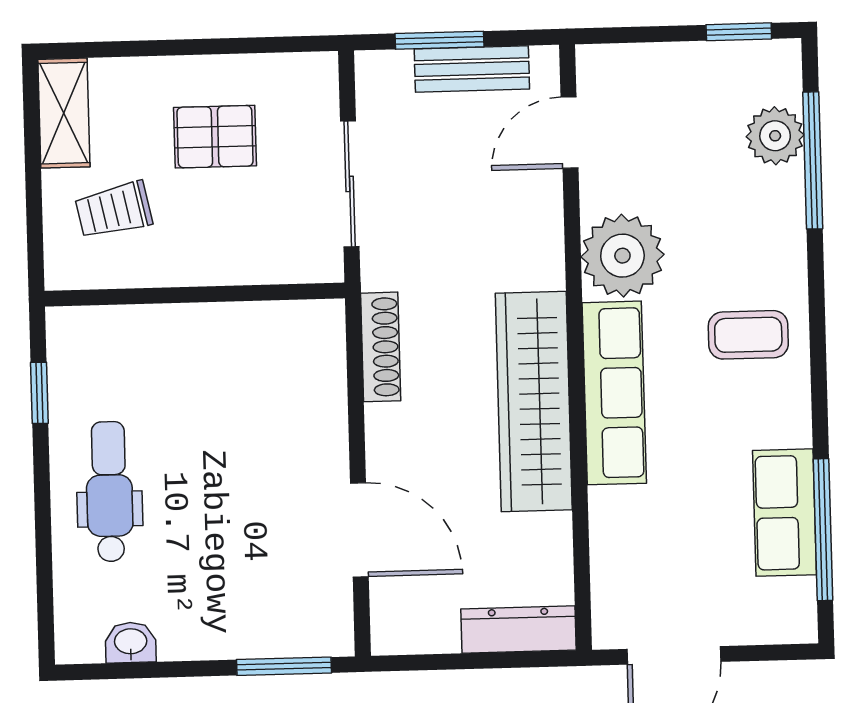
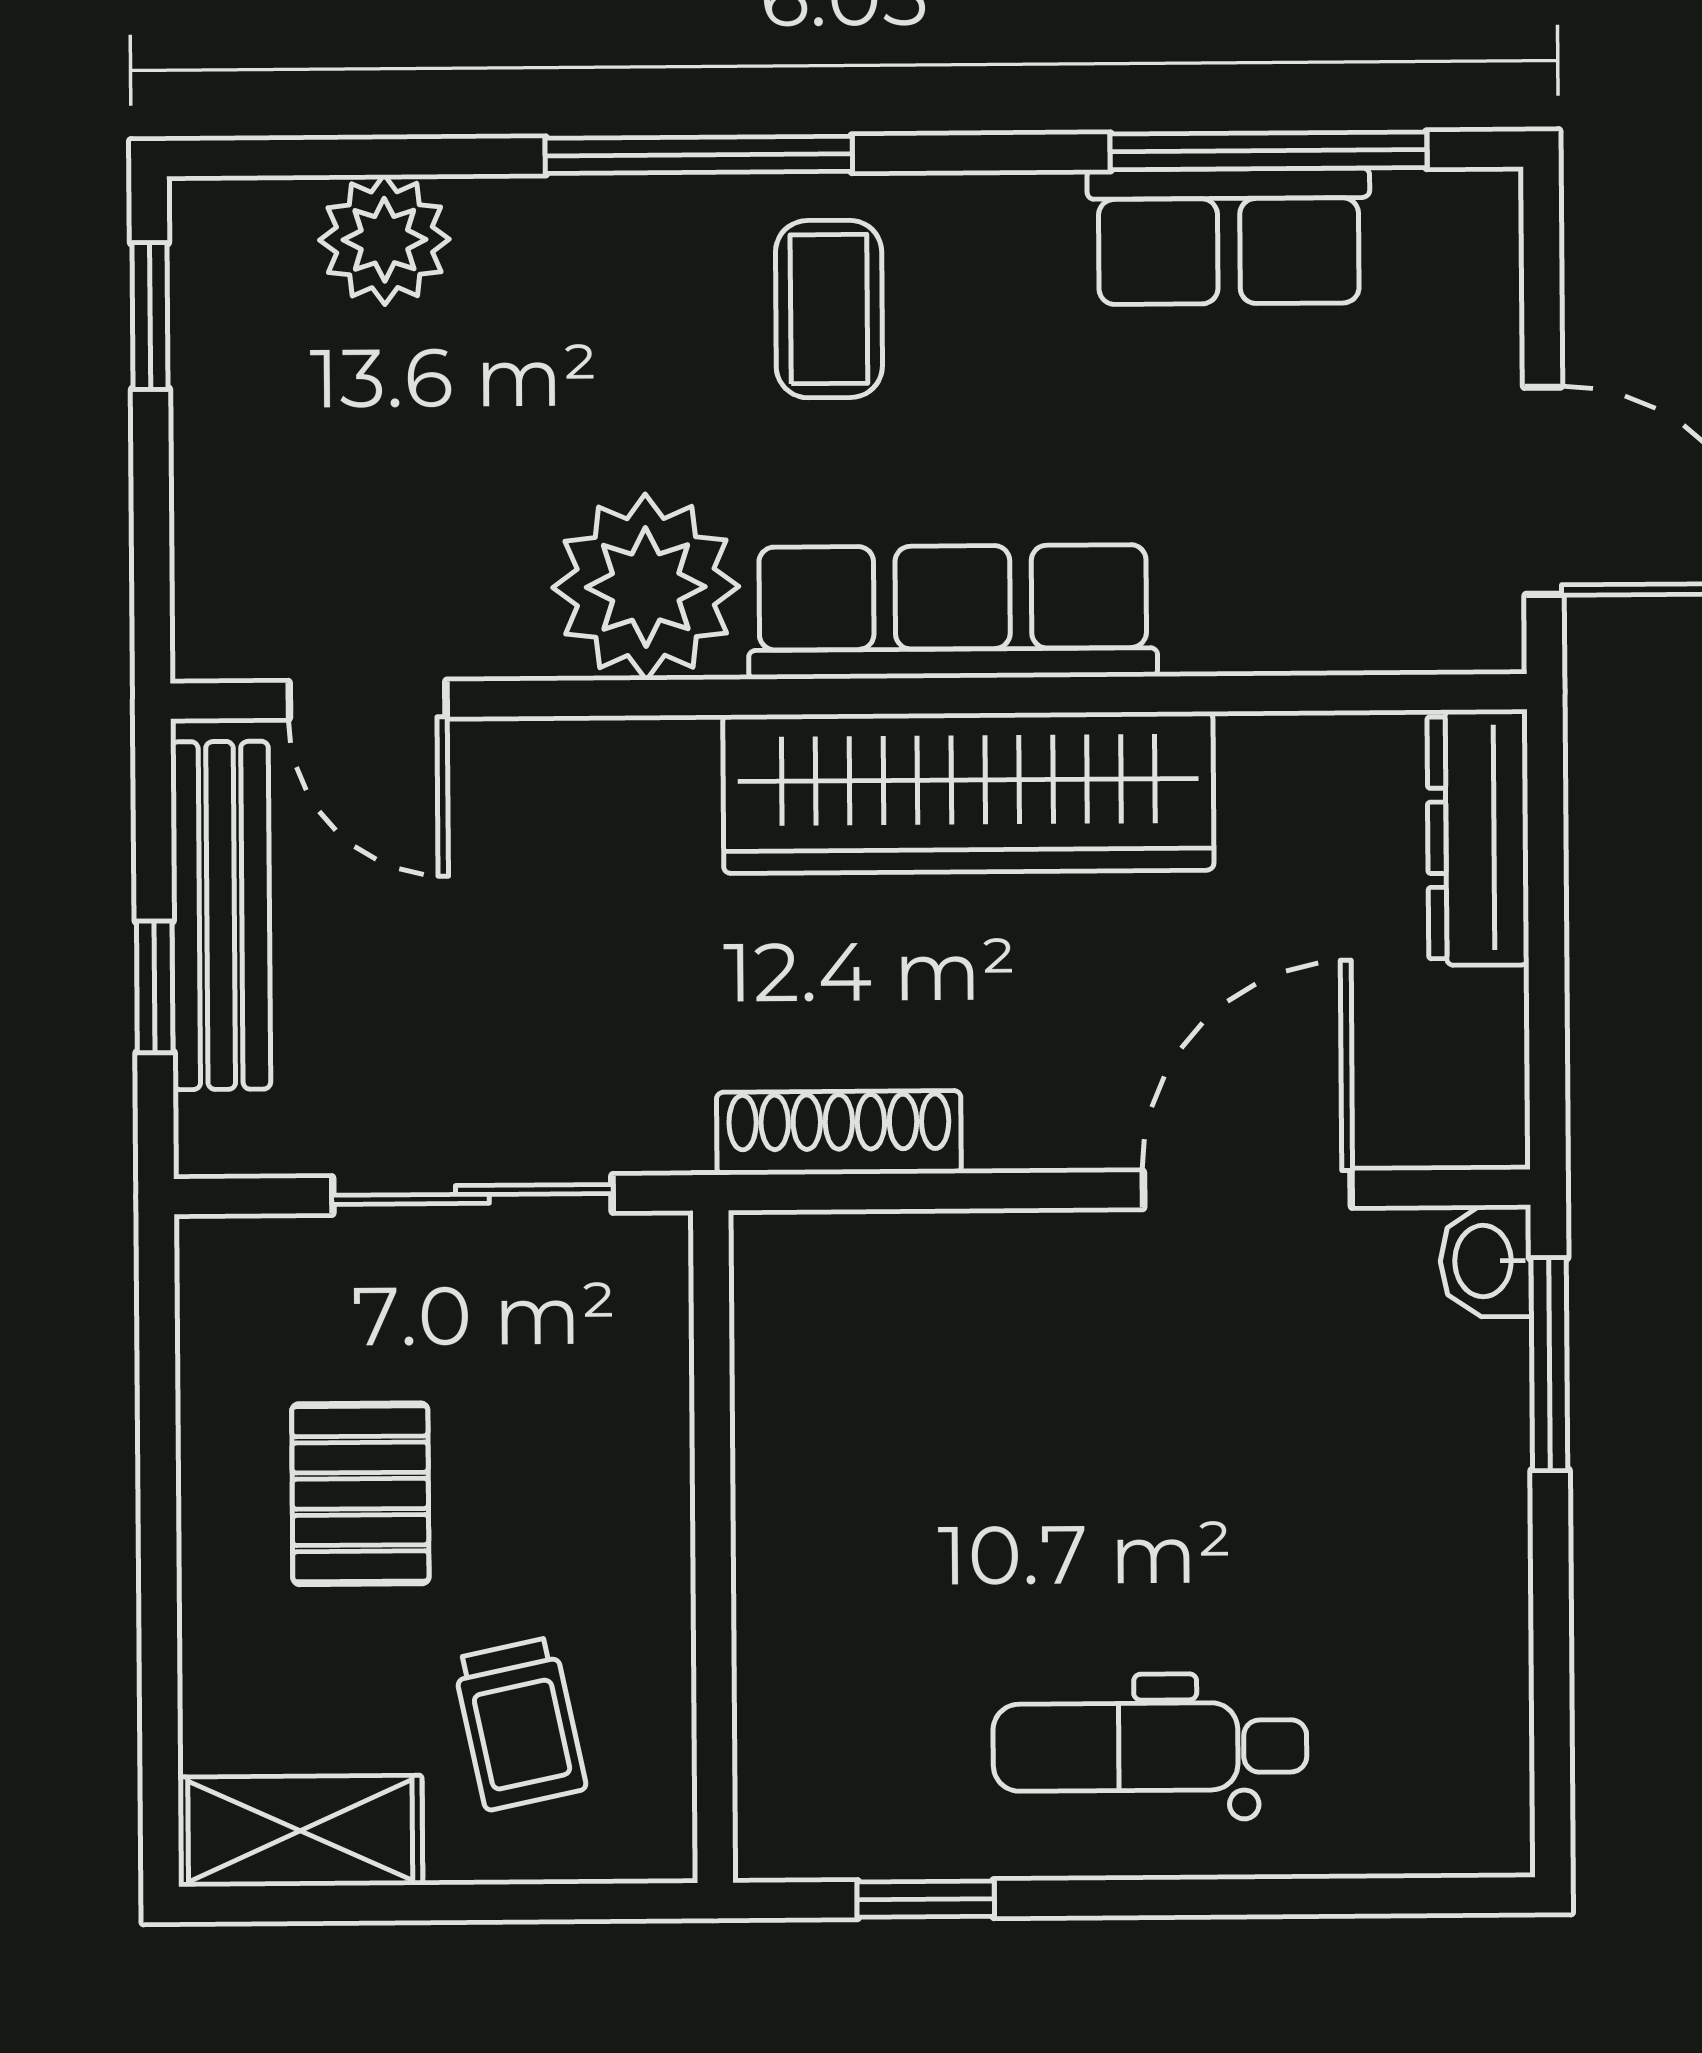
window: (439, 40) -> (155, 987), width x0.67
bench: (472, 69) -> (221, 915), width x1.36
window: (813, 160) -> (699, 155), moved
washbasin: (131, 642) -> (1486, 1261), moved

